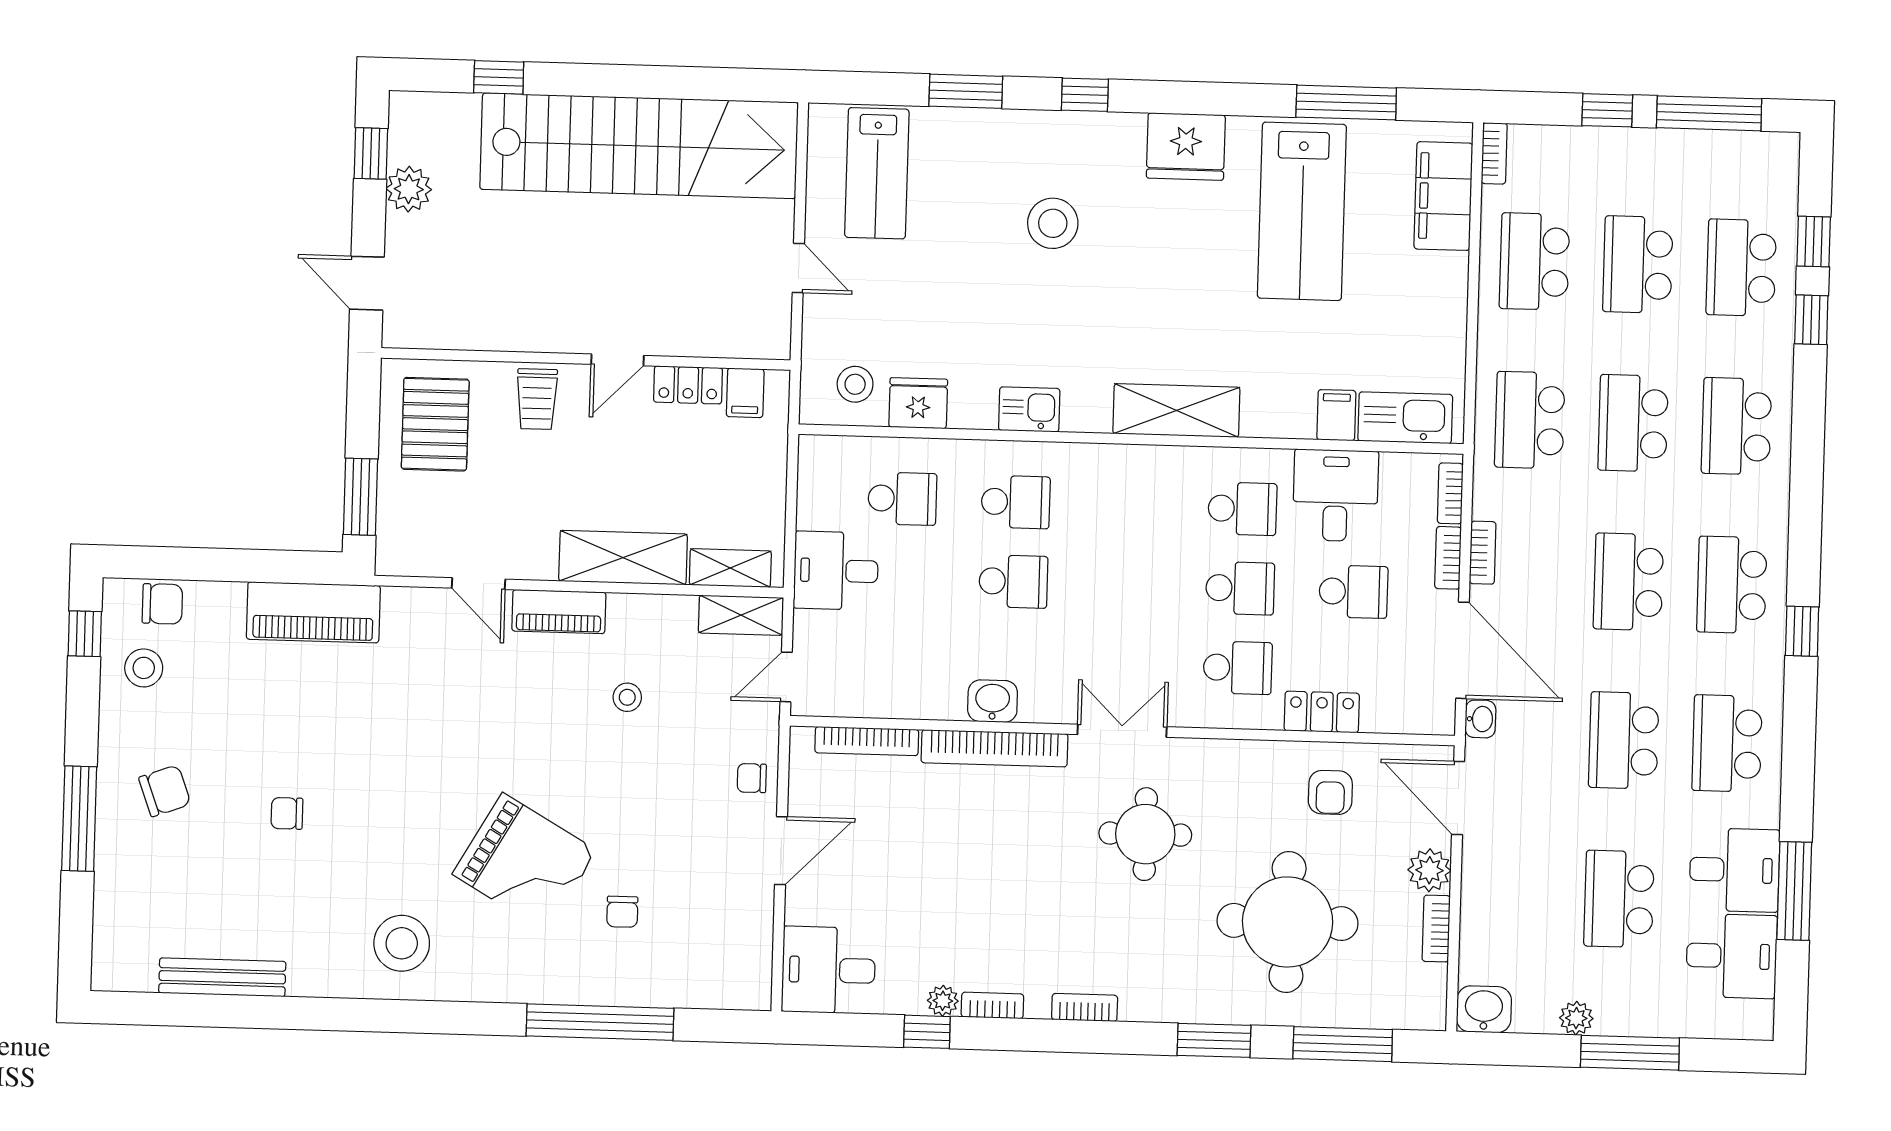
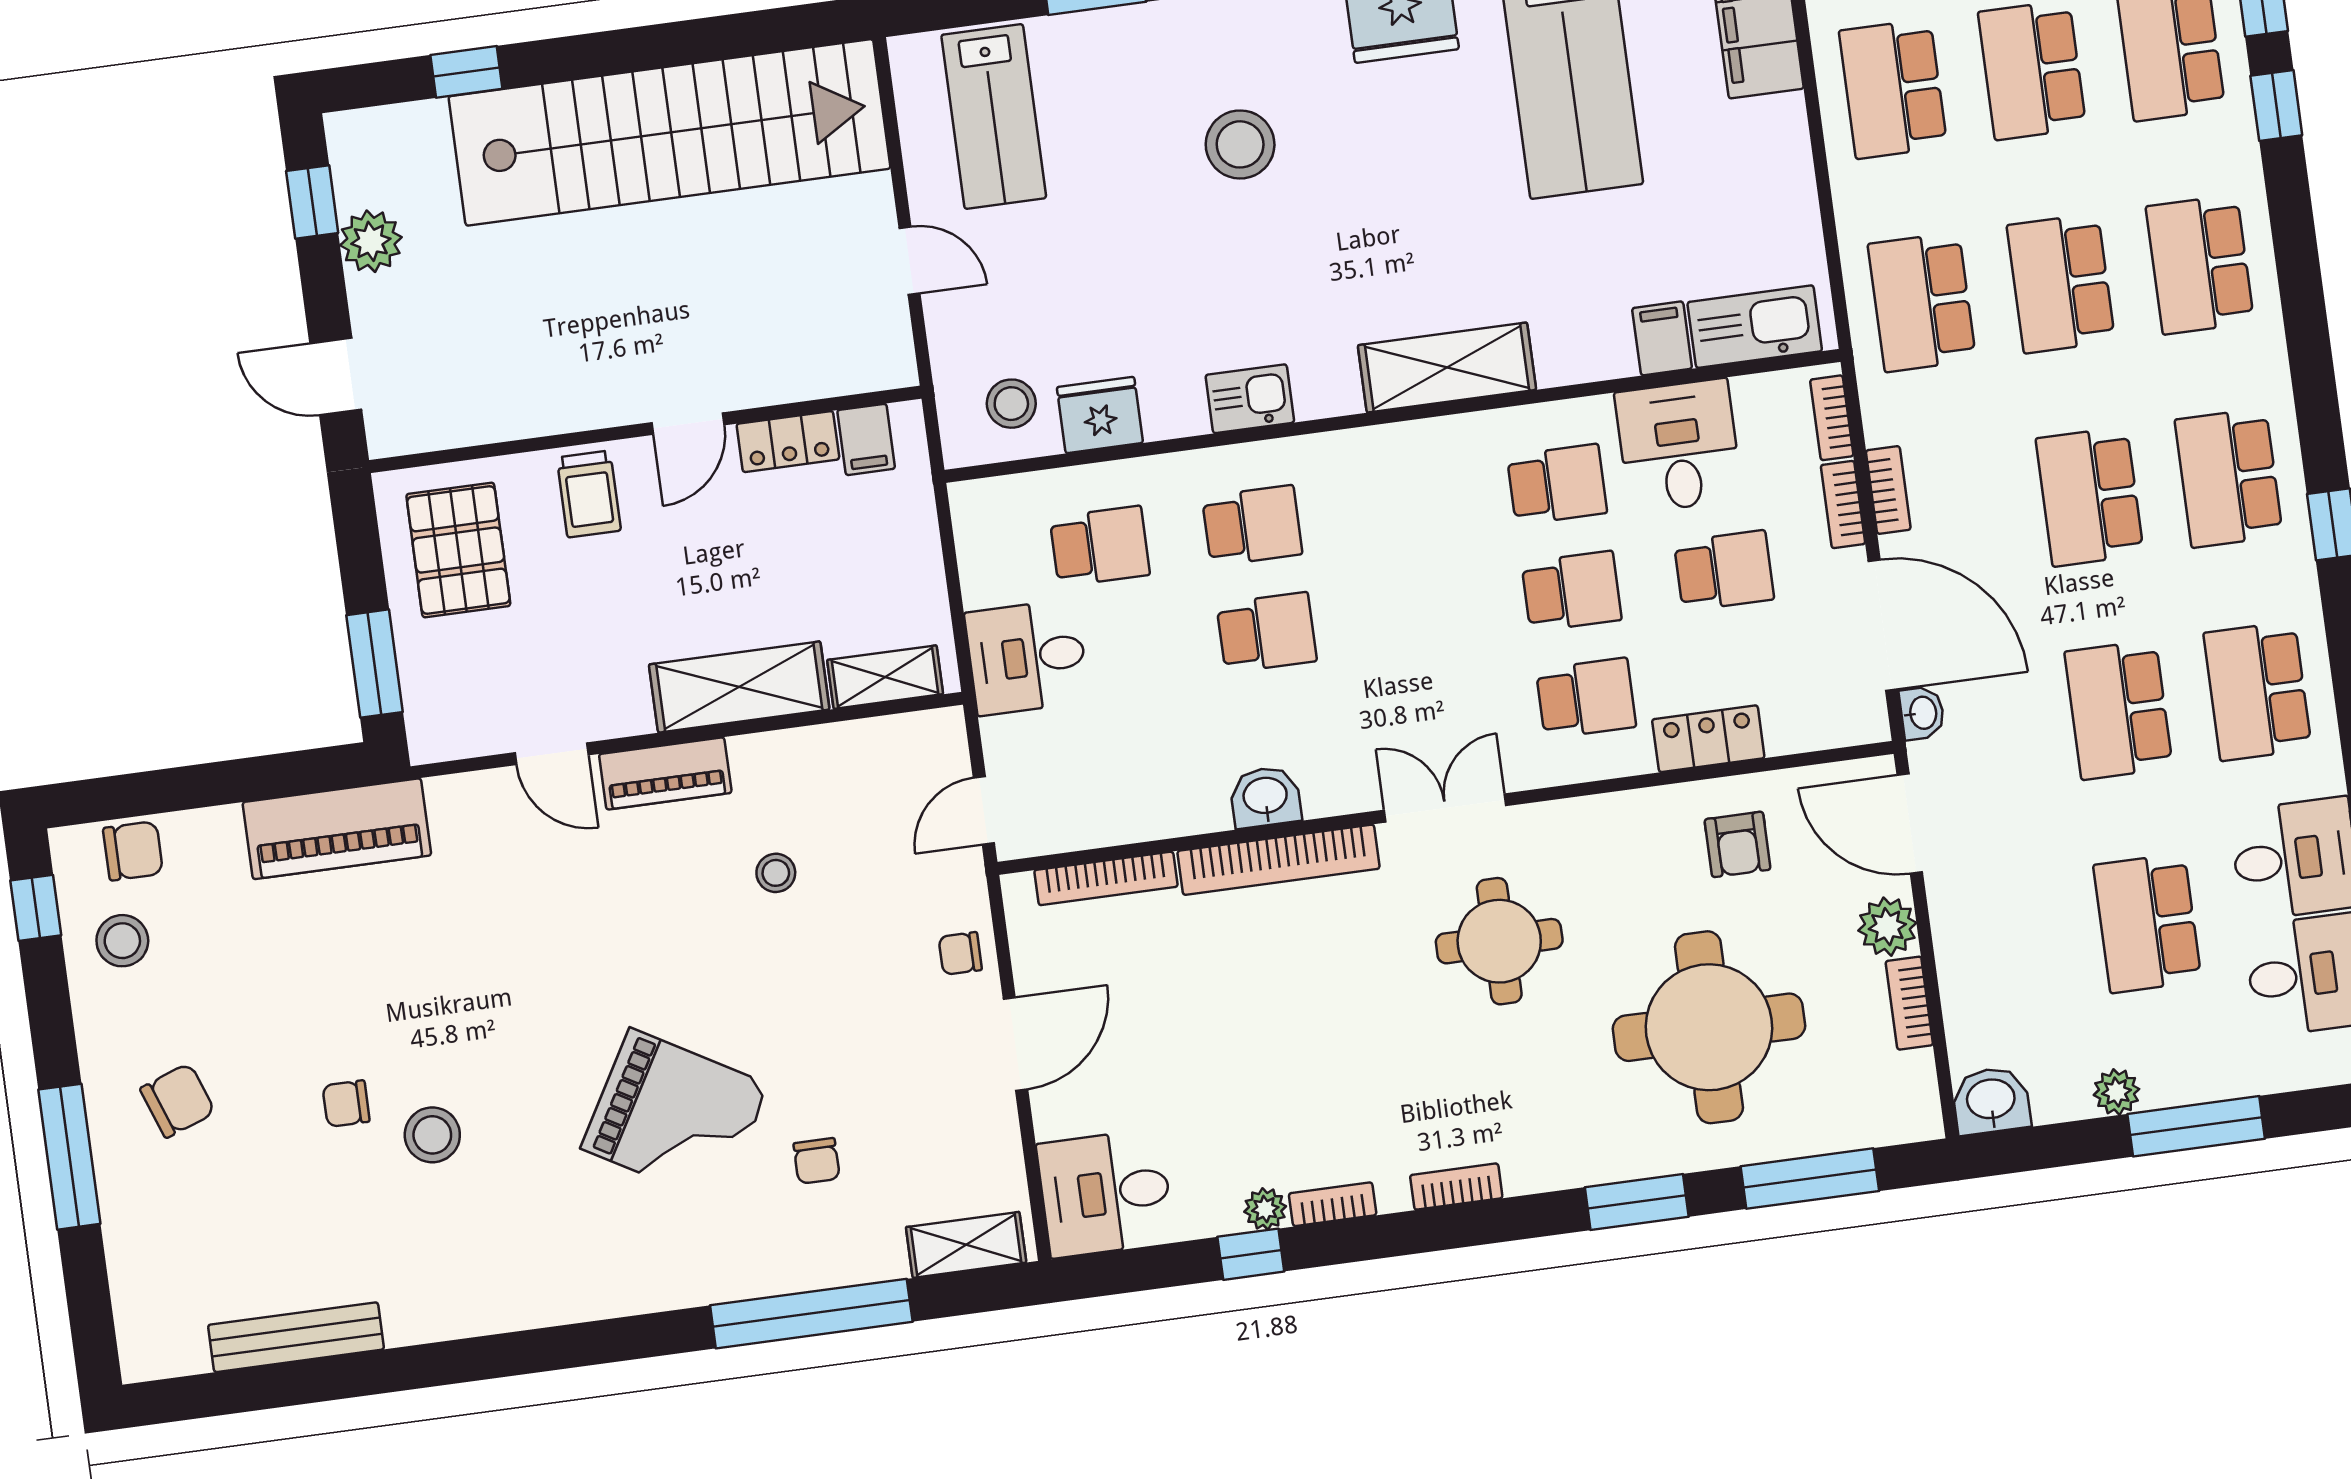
shelving: (741, 615) -> (966, 1245), moved
stool: (402, 943) -> (432, 1135), moved, width x0.73, depth x0.73

